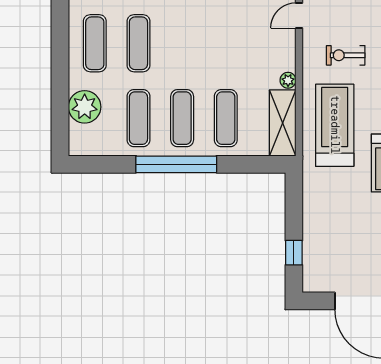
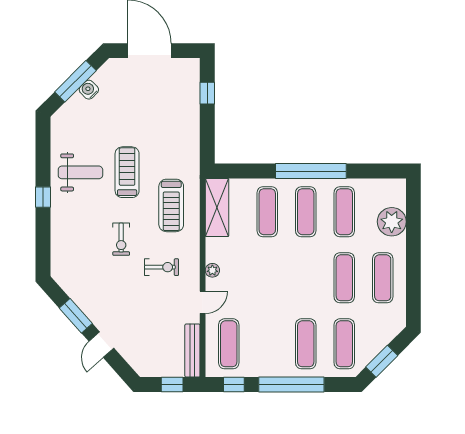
plant: (288, 80) -> (212, 270), moved
treadmill: (335, 125) -> (171, 205), width x0.73, depth x0.73

